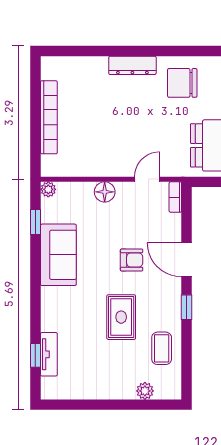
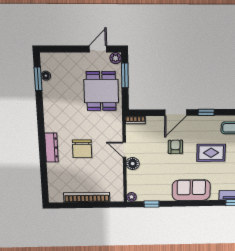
chair: (182, 83) -> (82, 149), moved
door: (147, 179) -> (124, 150), moved
sofa: (58, 255) -> (191, 190), moved

